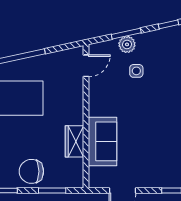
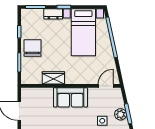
door: (86, 66) -> (106, 86), swing flipped
sofa: (103, 141) -> (70, 97), moved

